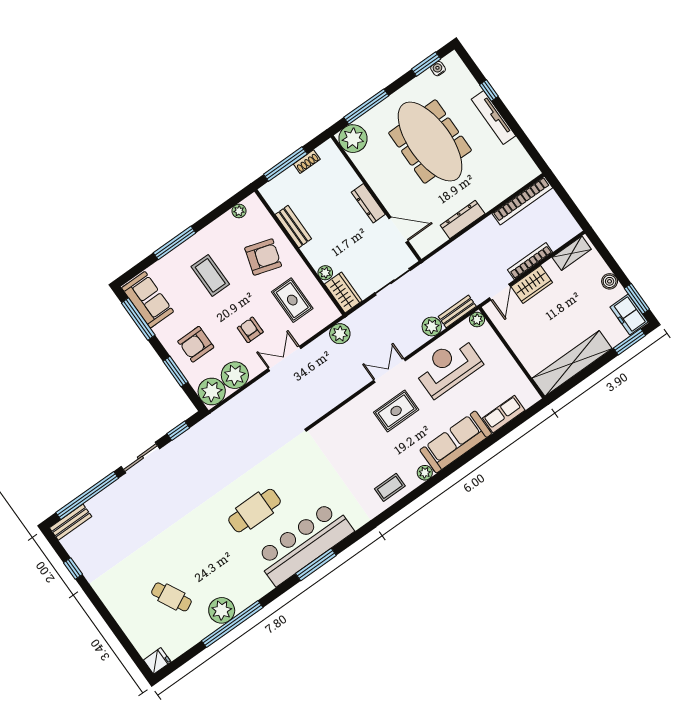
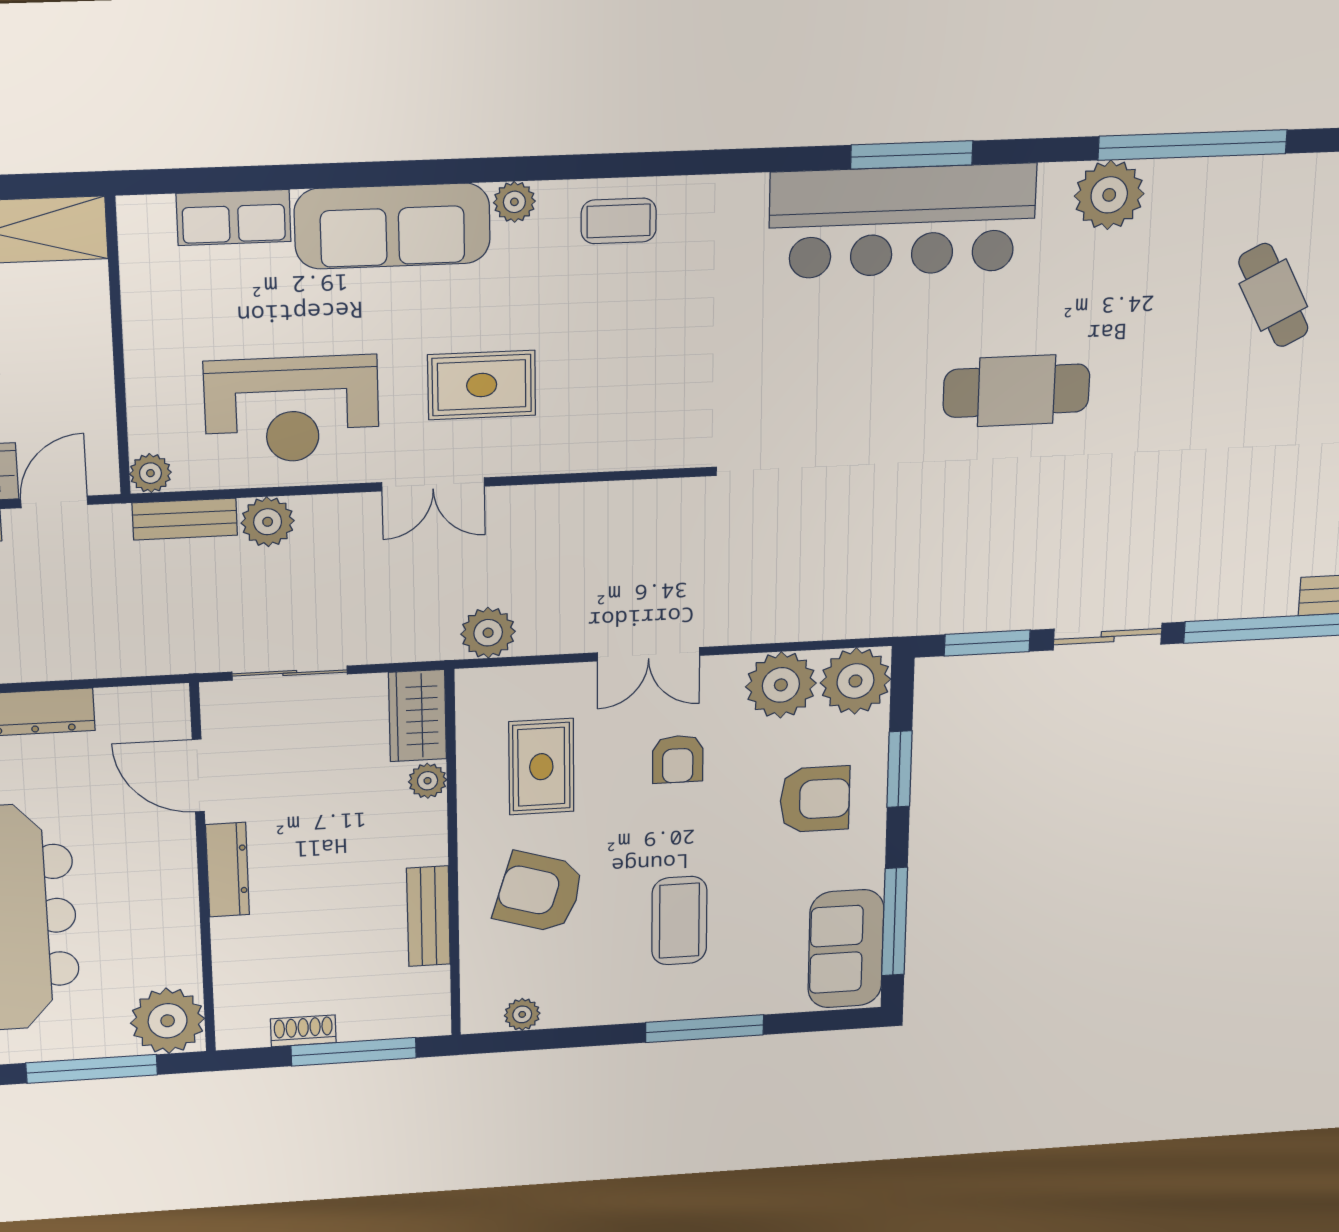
window: (178, 431) -> (987, 643), width x1.50
cafe table: (255, 511) -> (1016, 391), moved
plant: (222, 610) -> (1109, 195), moved

